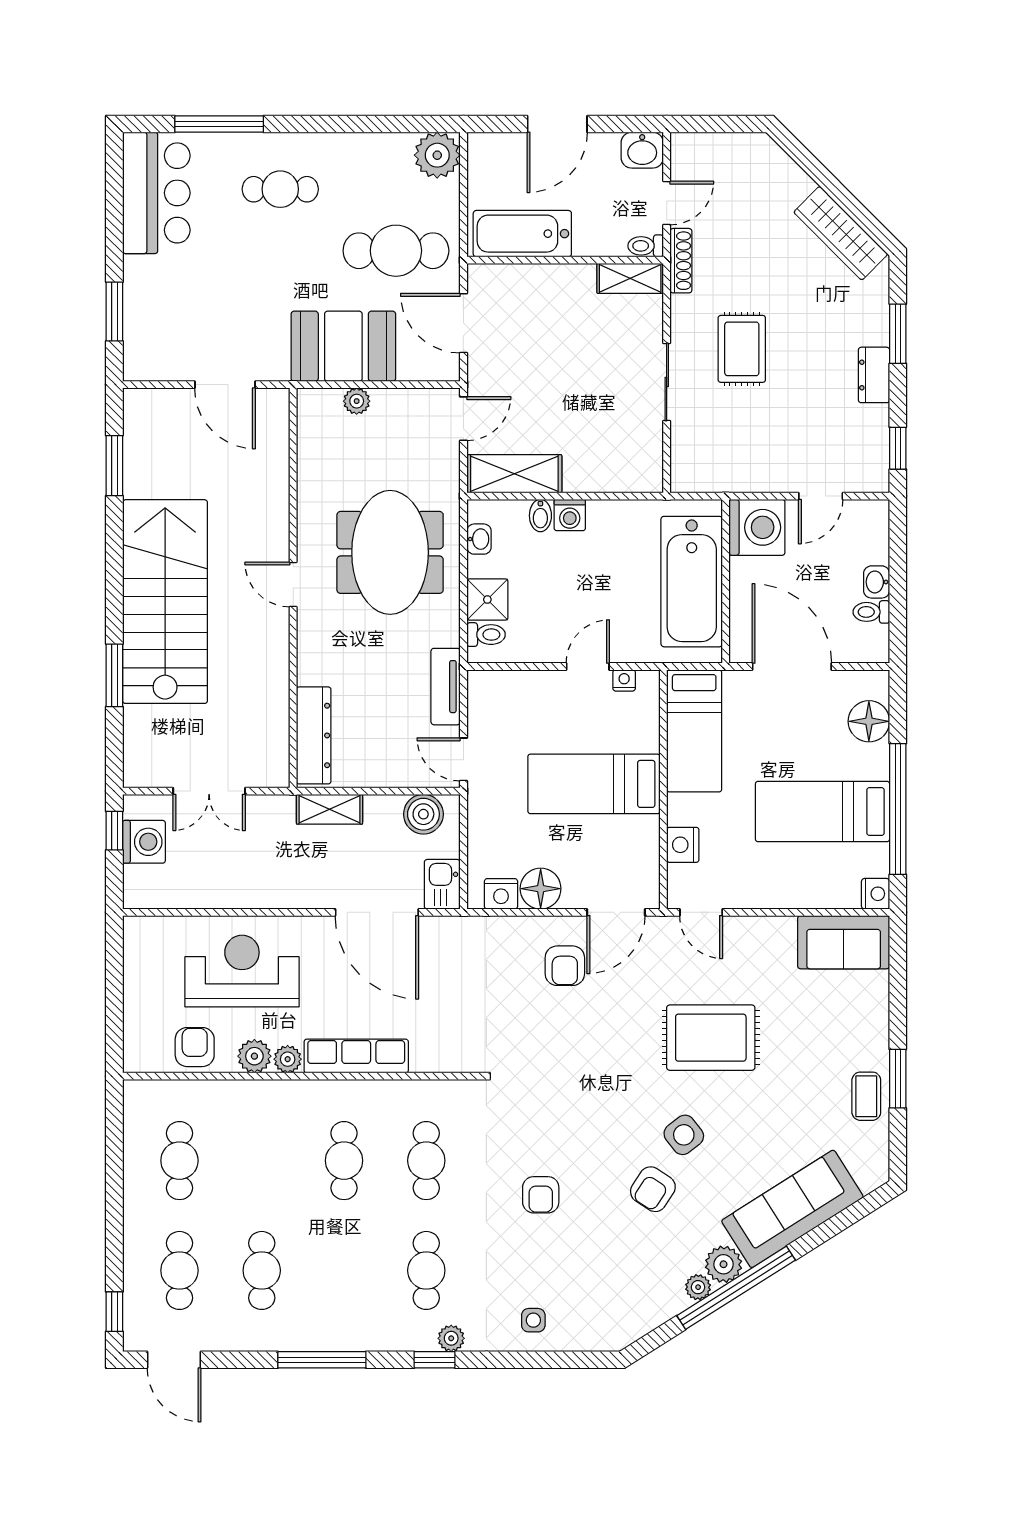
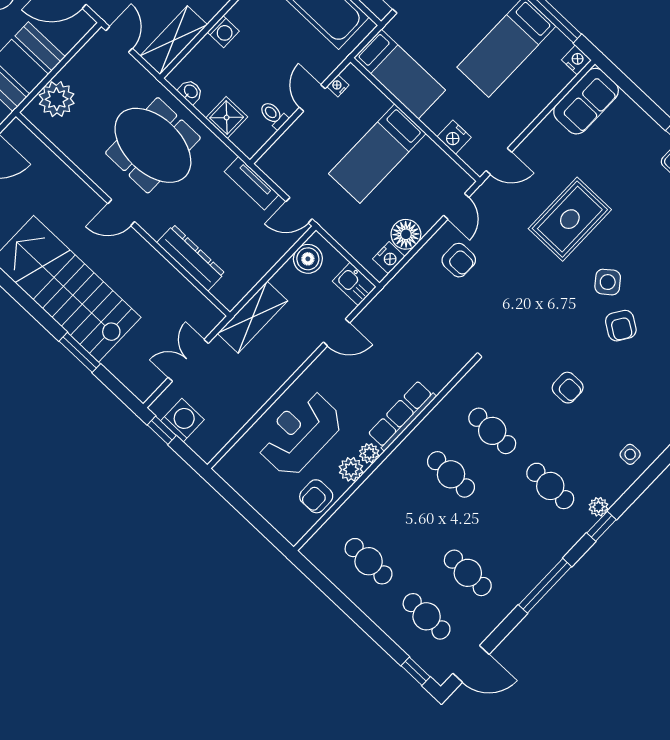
plant: (357, 401) -> (57, 99), width x1.88, depth x1.88
bidet: (540, 516) -> (209, 47), removed
toilet: (486, 635) -> (274, 115), moved, turned -90
dresser: (314, 735) -> (191, 258), moved
double door: (209, 791) -> (188, 360), swing flipped
shelving: (329, 809) -> (253, 317), width x1.50, depth x1.33
door: (377, 912) -> (336, 333), width x0.53
door: (616, 912) -> (456, 206), width x0.73
armchair: (195, 1047) -> (316, 496), turned -90

